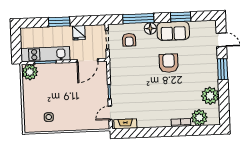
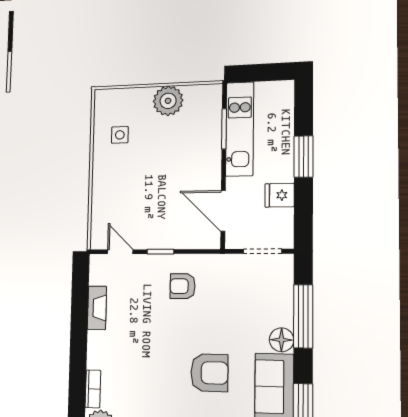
armchair: (129, 40) -> (183, 286), moved
plant: (30, 72) -> (168, 101), moved
fireplace: (125, 124) -> (97, 308), moved

